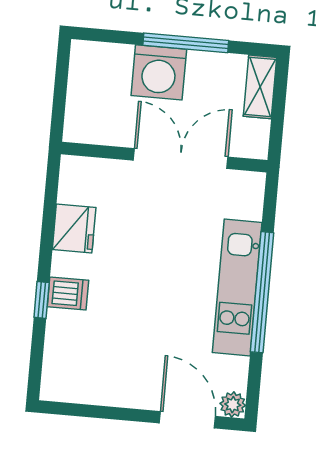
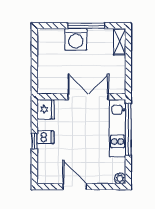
wall: (164, 157) -> (81, 97), moved
double door: (181, 159) -> (88, 97), moved
door: (187, 420) -> (75, 187), moved

